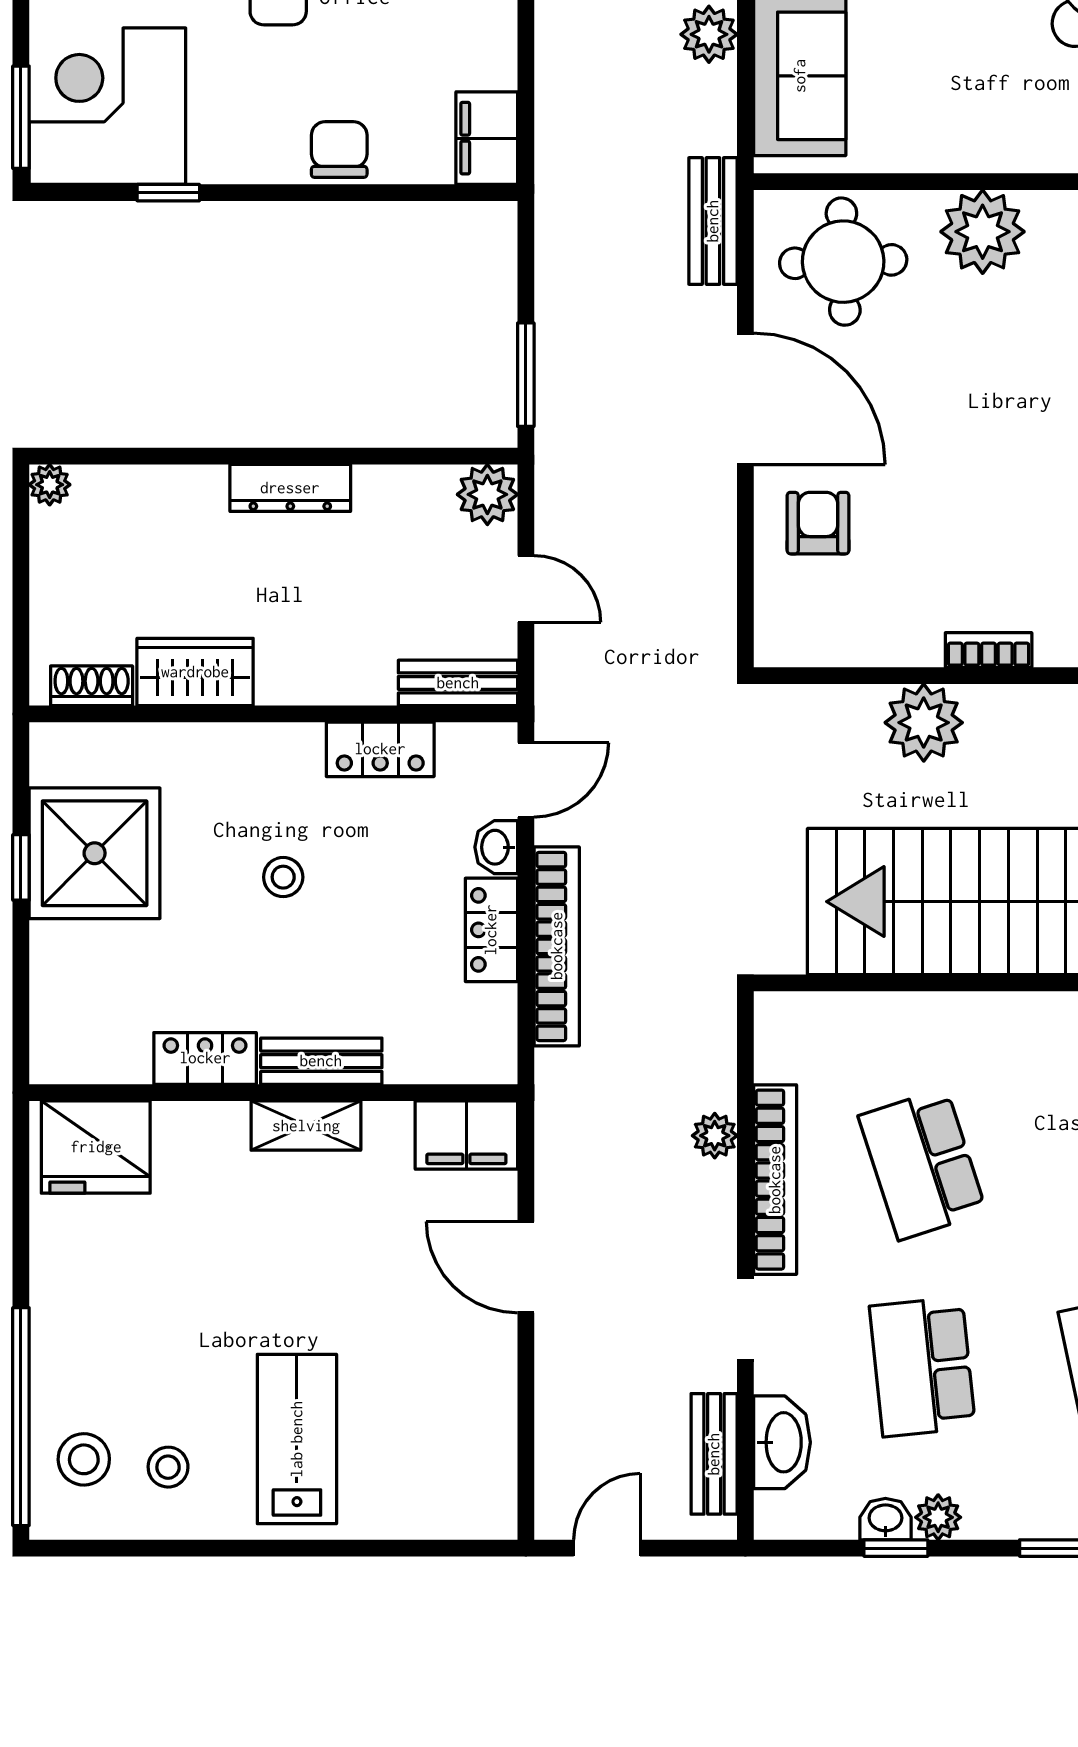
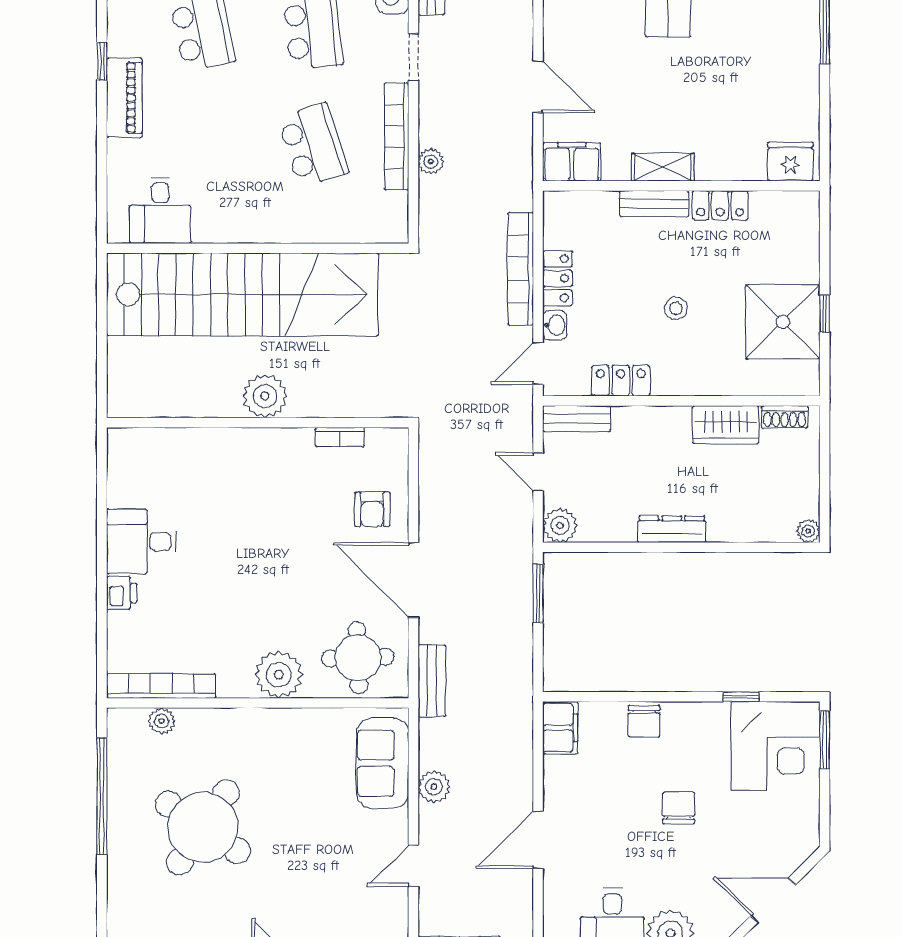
bookcase: (989, 650) -> (340, 437), moved
plant: (924, 723) -> (265, 396), moved
fridge: (96, 1147) -> (790, 162), width x0.73, depth x0.75

